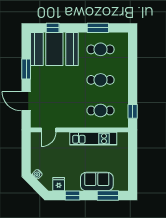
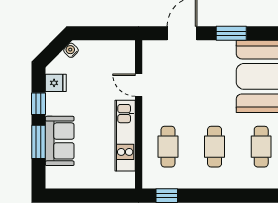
door: (49, 130) -> (139, 85), moved
window: (108, 196) -> (38, 142), moved

